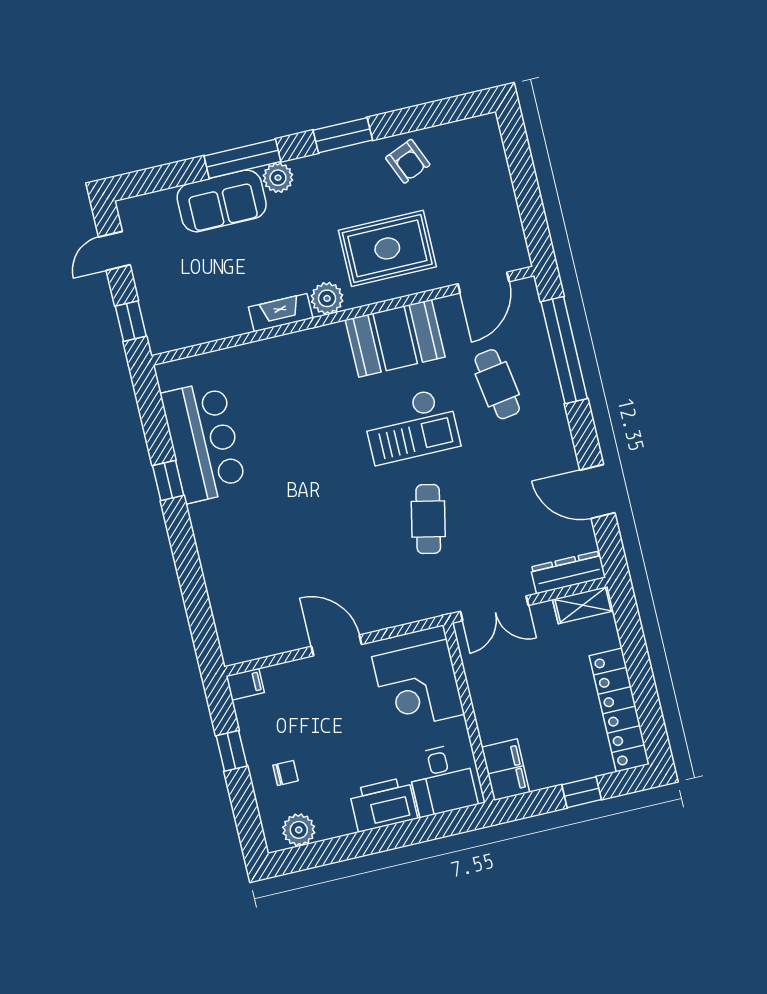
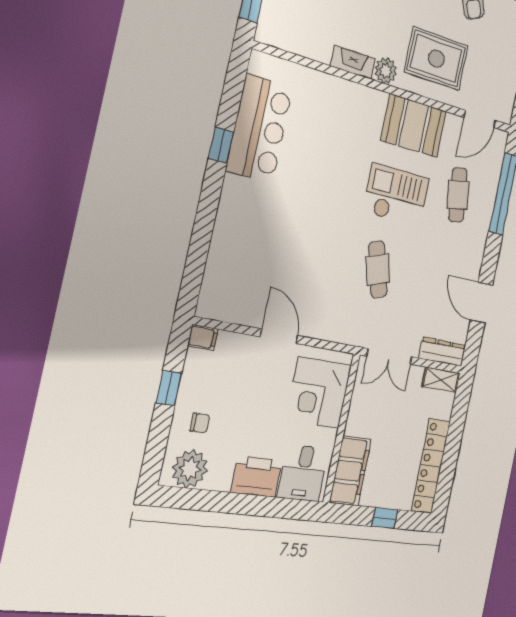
checkout: (411, 426) -> (396, 195), turned 180
cafe table: (428, 519) -> (378, 270), turned -30
filing cabinet: (506, 770) -> (350, 471), width x1.50, depth x1.17
plant: (299, 830) -> (190, 469), width x1.36, depth x1.36

